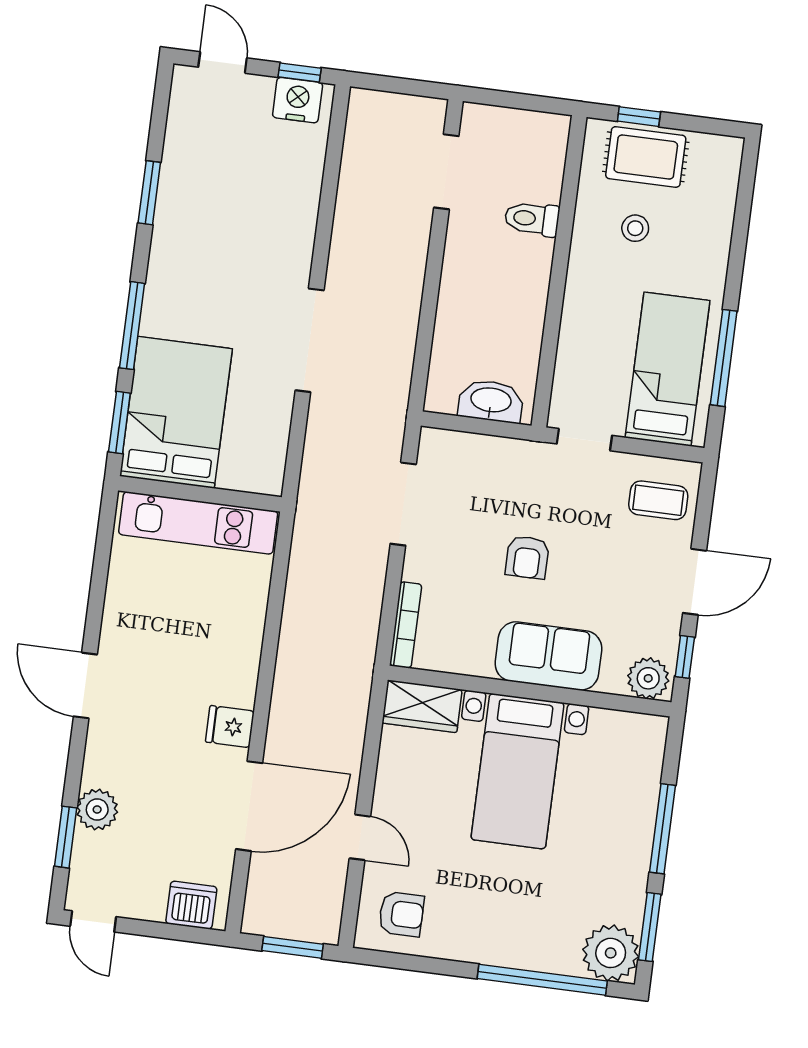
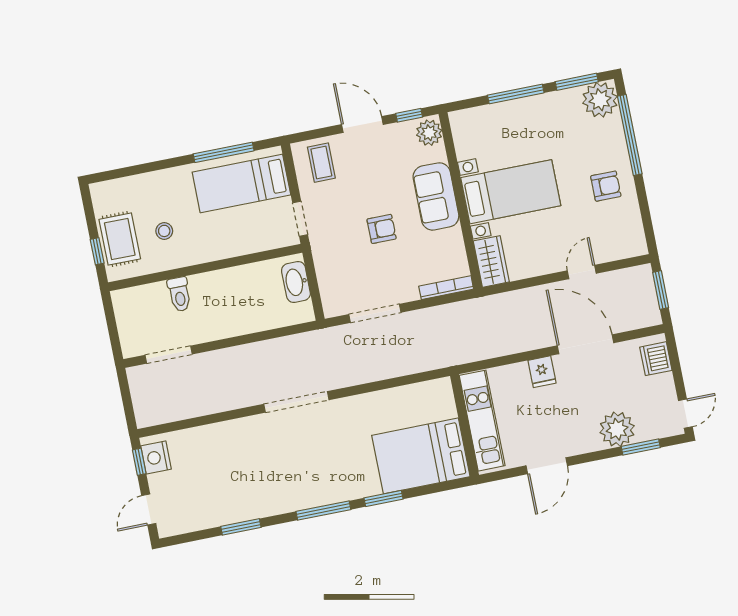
bed: (176, 412) -> (421, 456), moved
wall: (200, 494) -> (464, 425), moved
kitchen unit: (198, 523) -> (482, 421), moved
plant: (97, 809) -> (617, 429), width x1.36, depth x1.36
armchair: (401, 914) -> (606, 186), moved, turned 90

